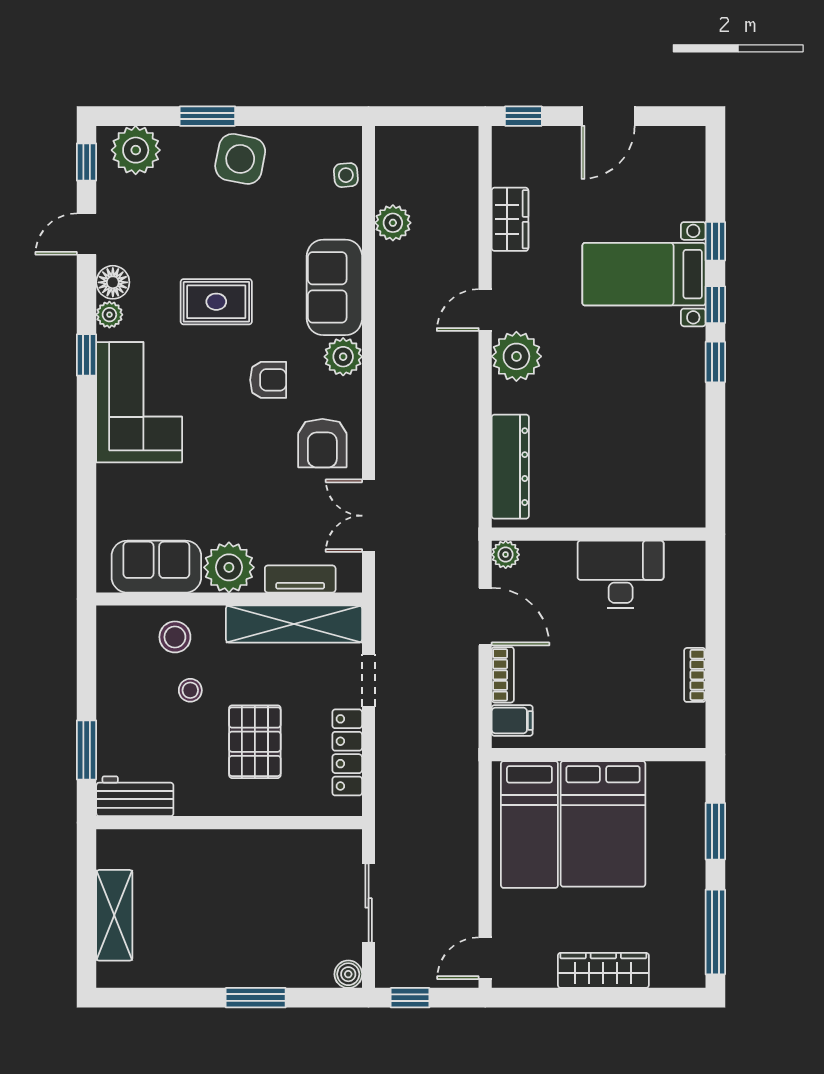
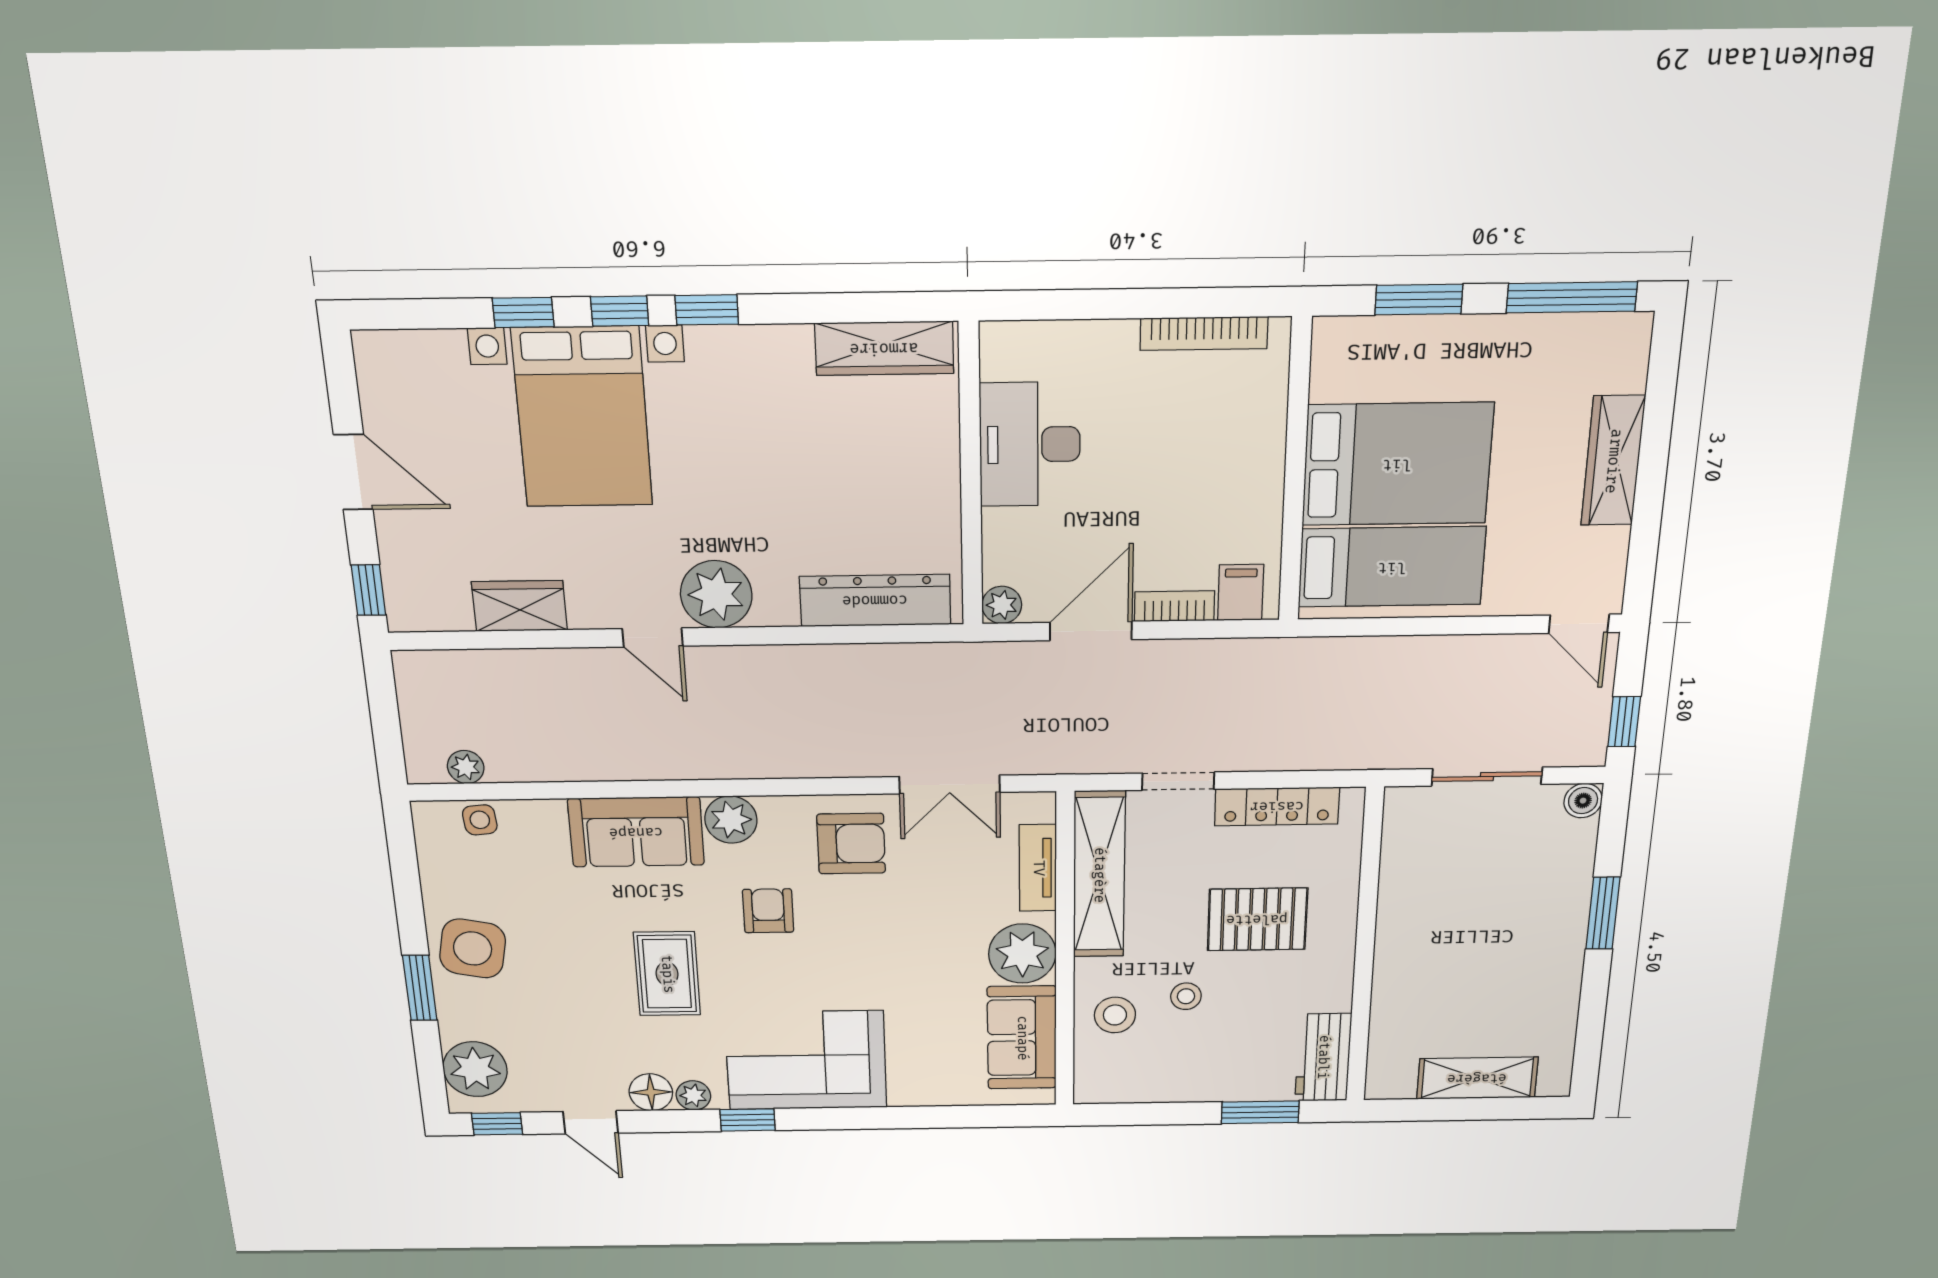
plant: (393, 223) -> (466, 767), moved, width x0.73, depth x0.73
bed with nightstands: (644, 274) -> (582, 417), width x1.36
wardrobe: (688, 478) -> (884, 348), added
bookcase: (695, 675) -> (1204, 333), width x1.56

